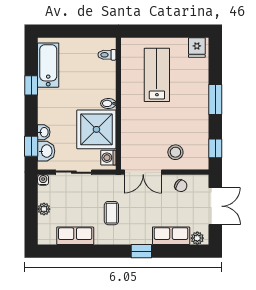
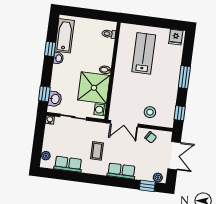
washbasin: (44, 132) -> (58, 58), moved
plant: (44, 209) -> (46, 156), moved
row of seats: (171, 236) -> (121, 171), moved
window: (141, 251) -> (147, 186), moved

